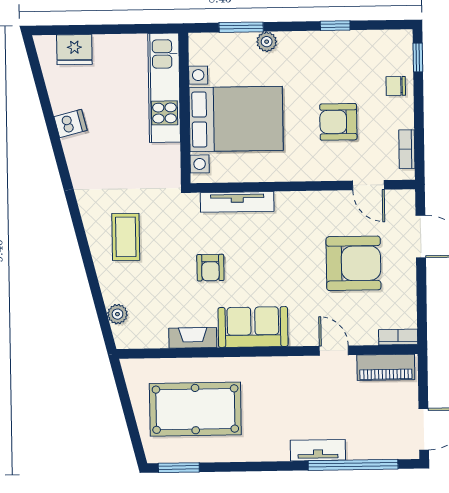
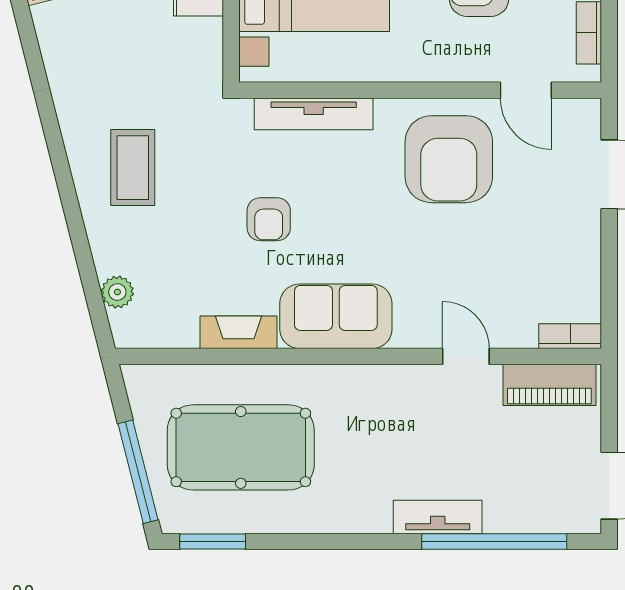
armchair: (353, 263) -> (449, 159), moved, turned 90
window: (132, 425) -> (138, 472), added

